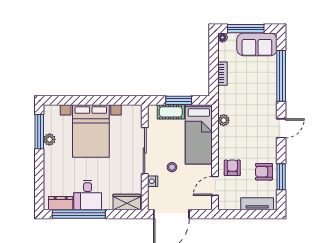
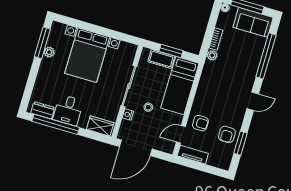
plant: (224, 120) -> (212, 55), moved
armchair: (232, 168) -> (200, 123), turned 90
armchair: (264, 172) -> (227, 134), turned -90
tv unit: (257, 204) -> (193, 155), moved

